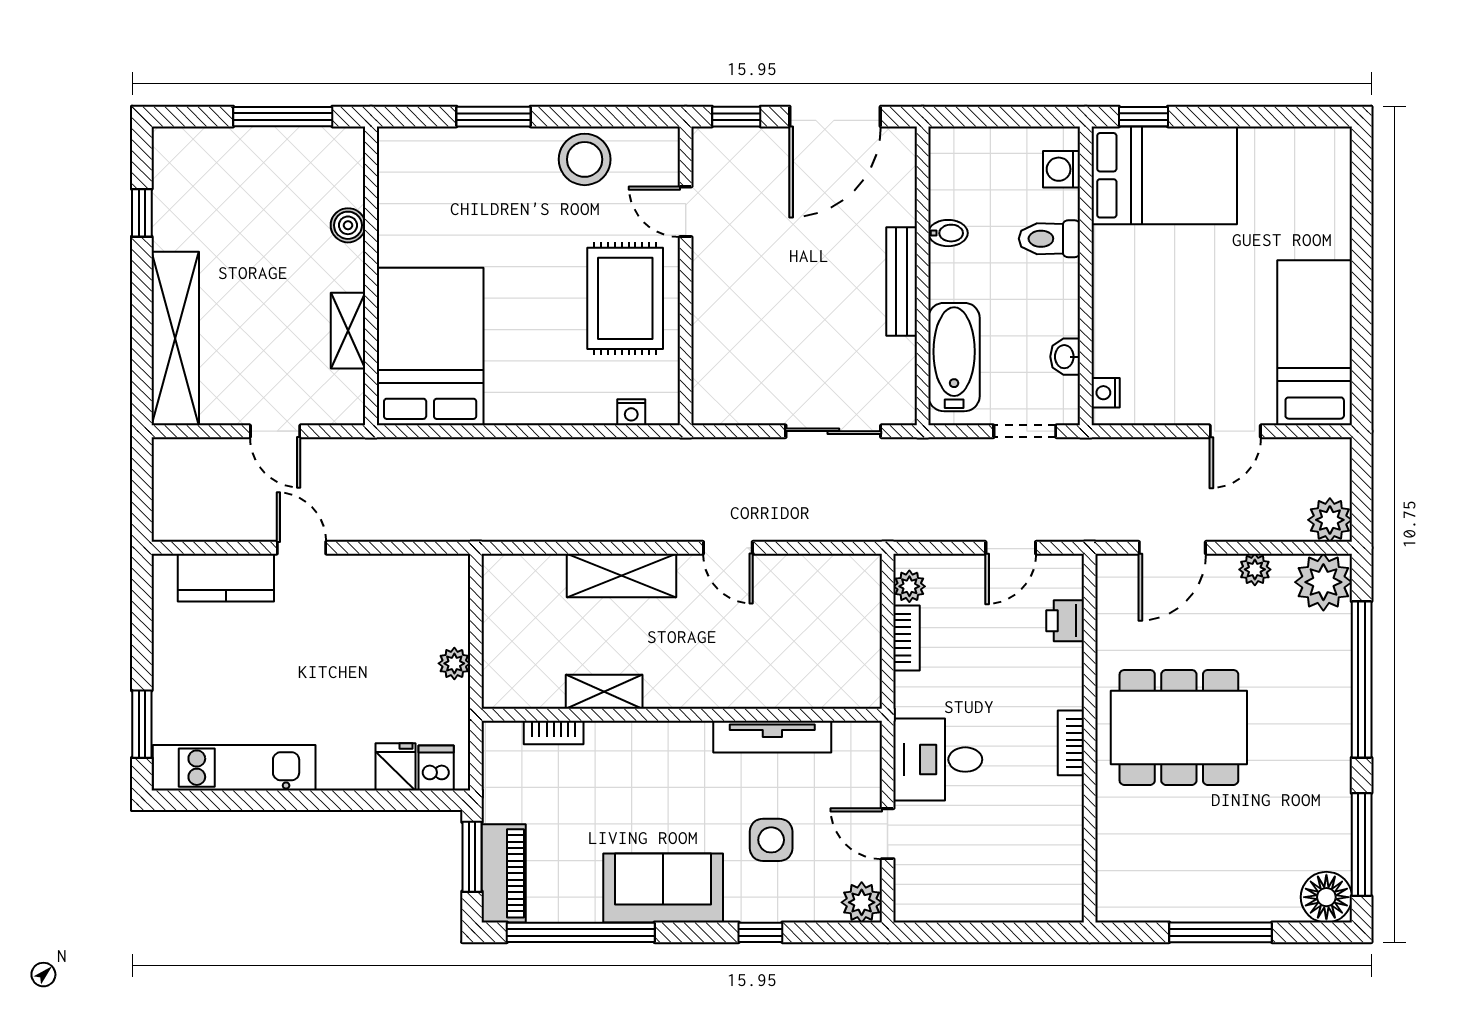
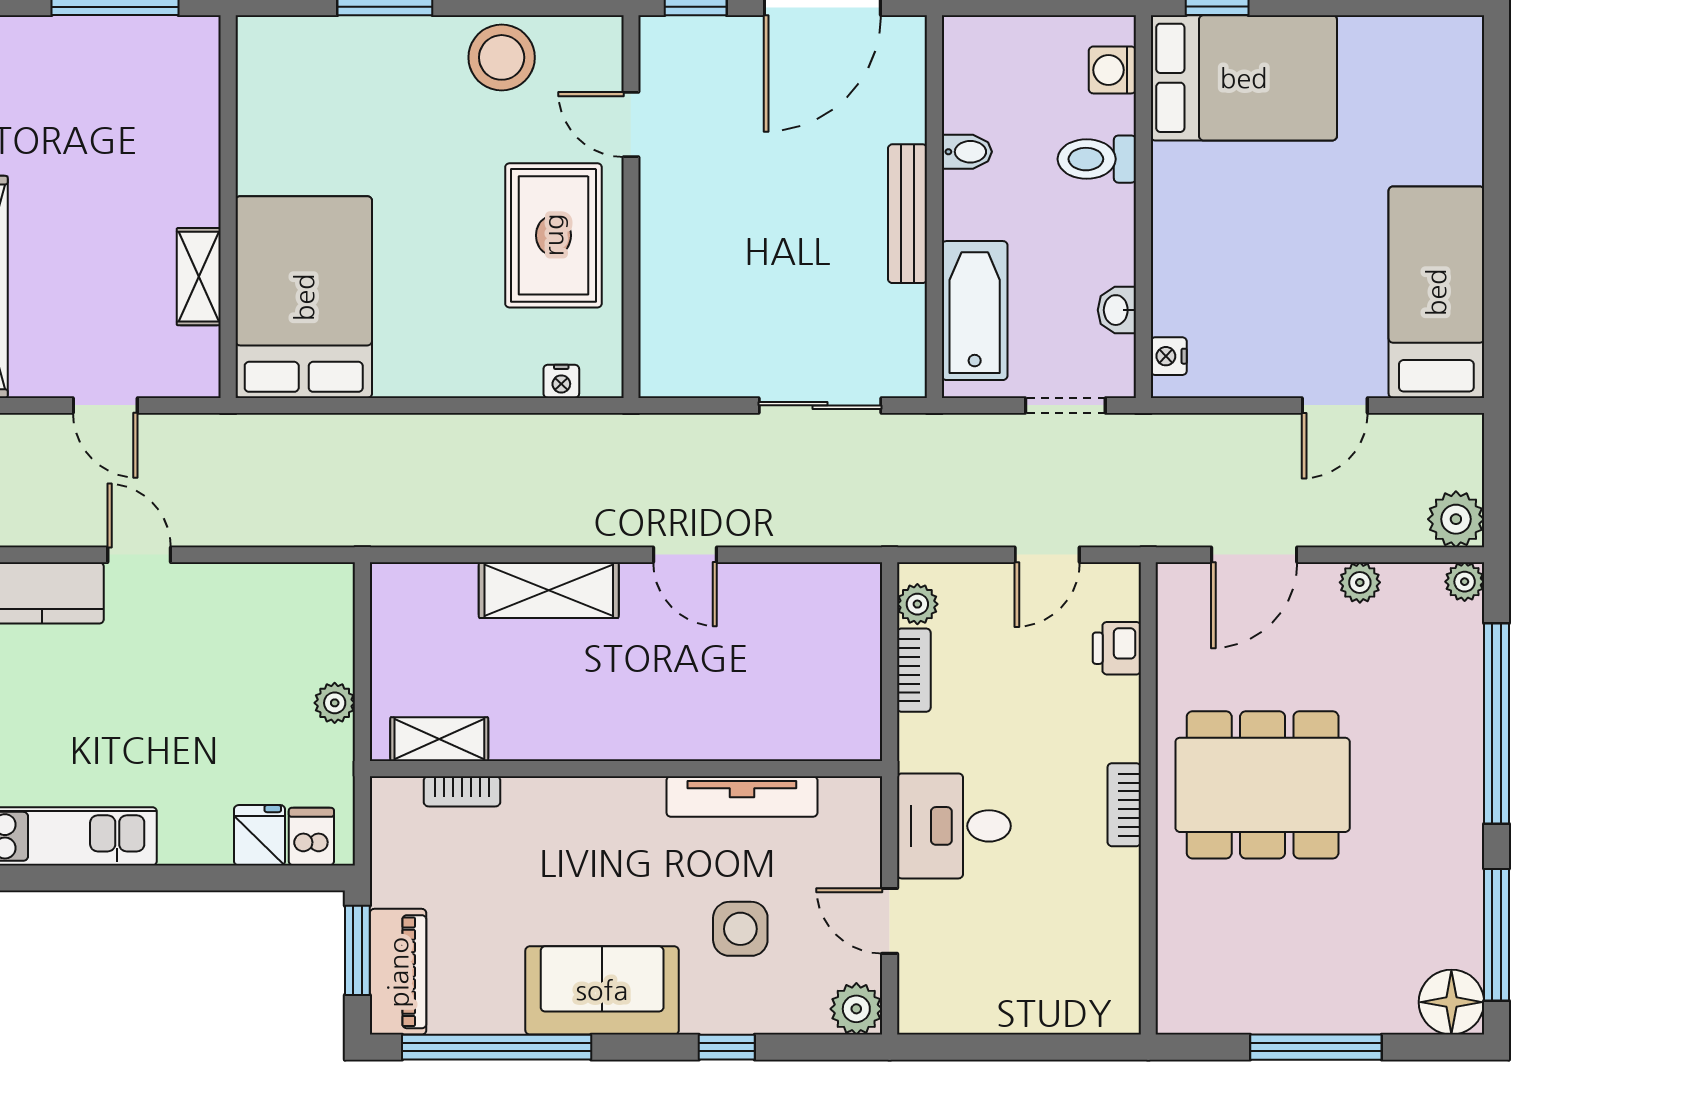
boiler: (348, 225) -> (199, 142), removed
plant: (1323, 582) -> (1465, 582), width x0.53, depth x0.53
shelving: (604, 692) -> (439, 739), moved

